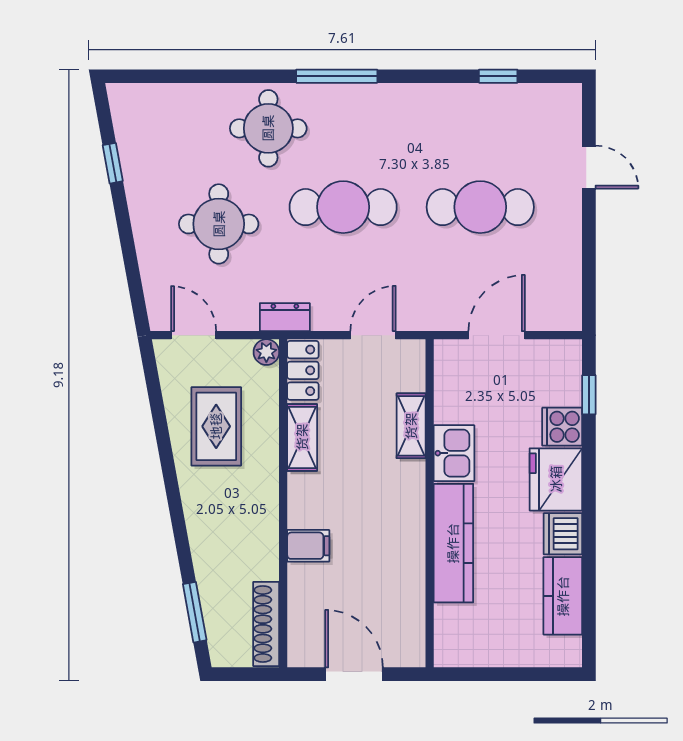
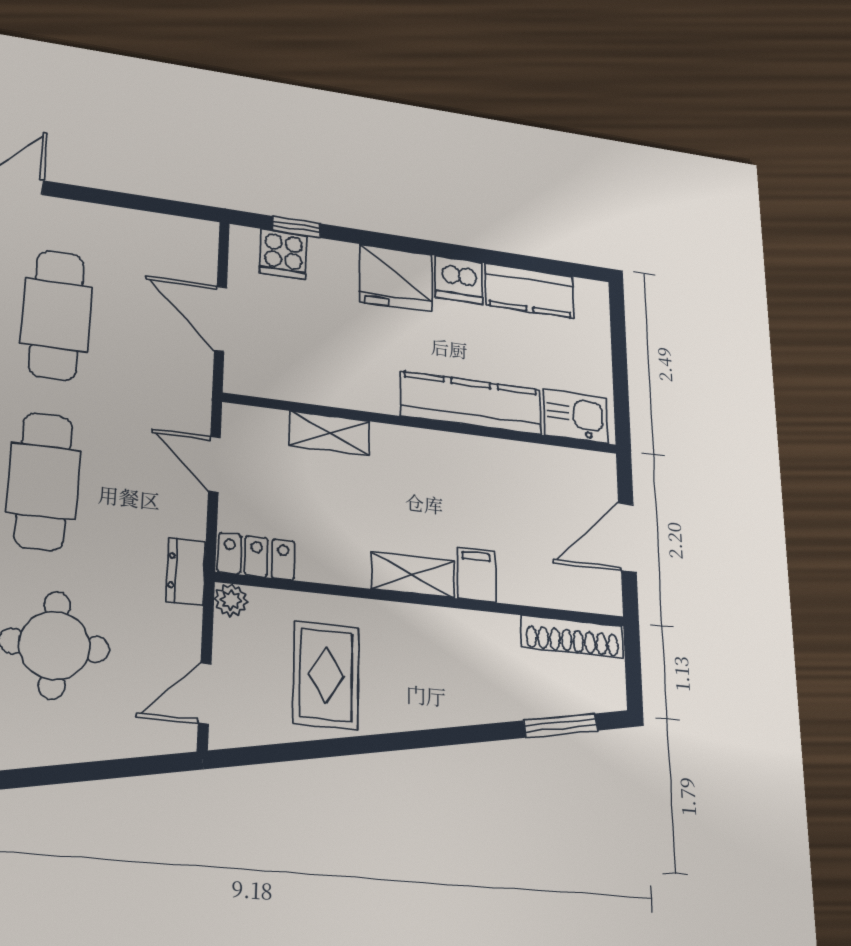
rug: (216, 426) -> (326, 675), turned 90
cooker: (562, 427) -> (283, 254), moved
shelving: (302, 437) -> (413, 575), moved
kitchen sink: (454, 453) -> (575, 416), moved

